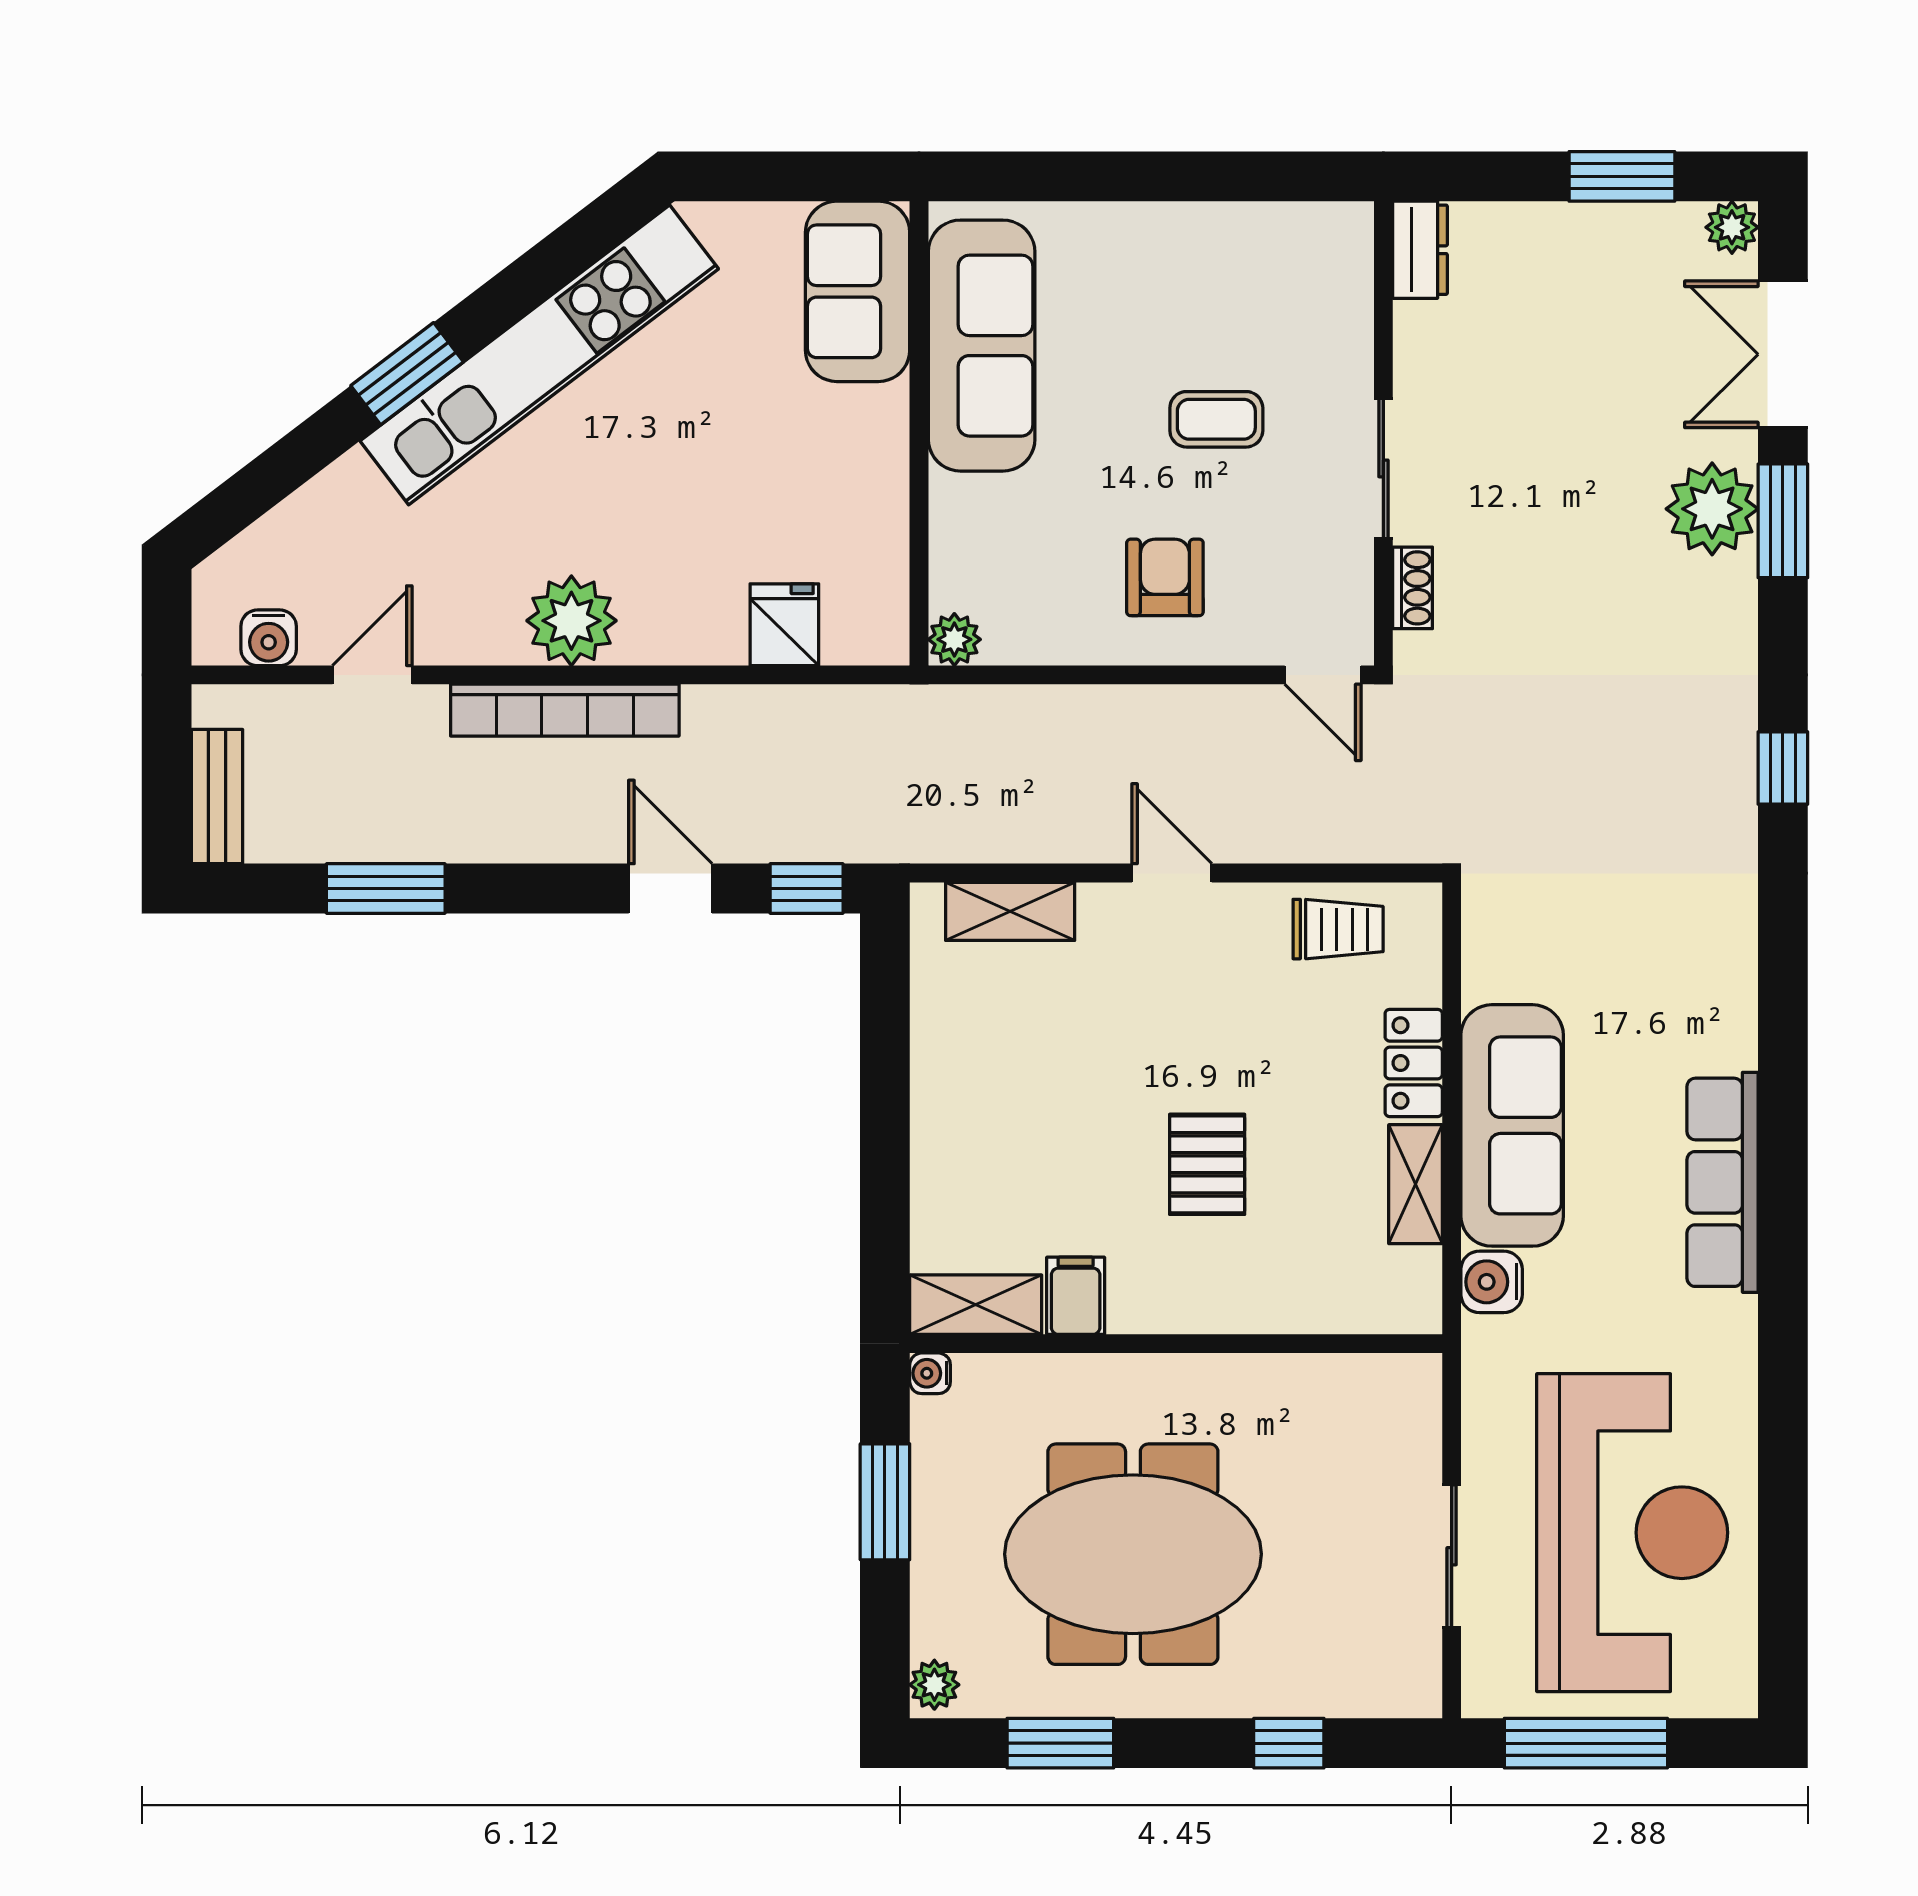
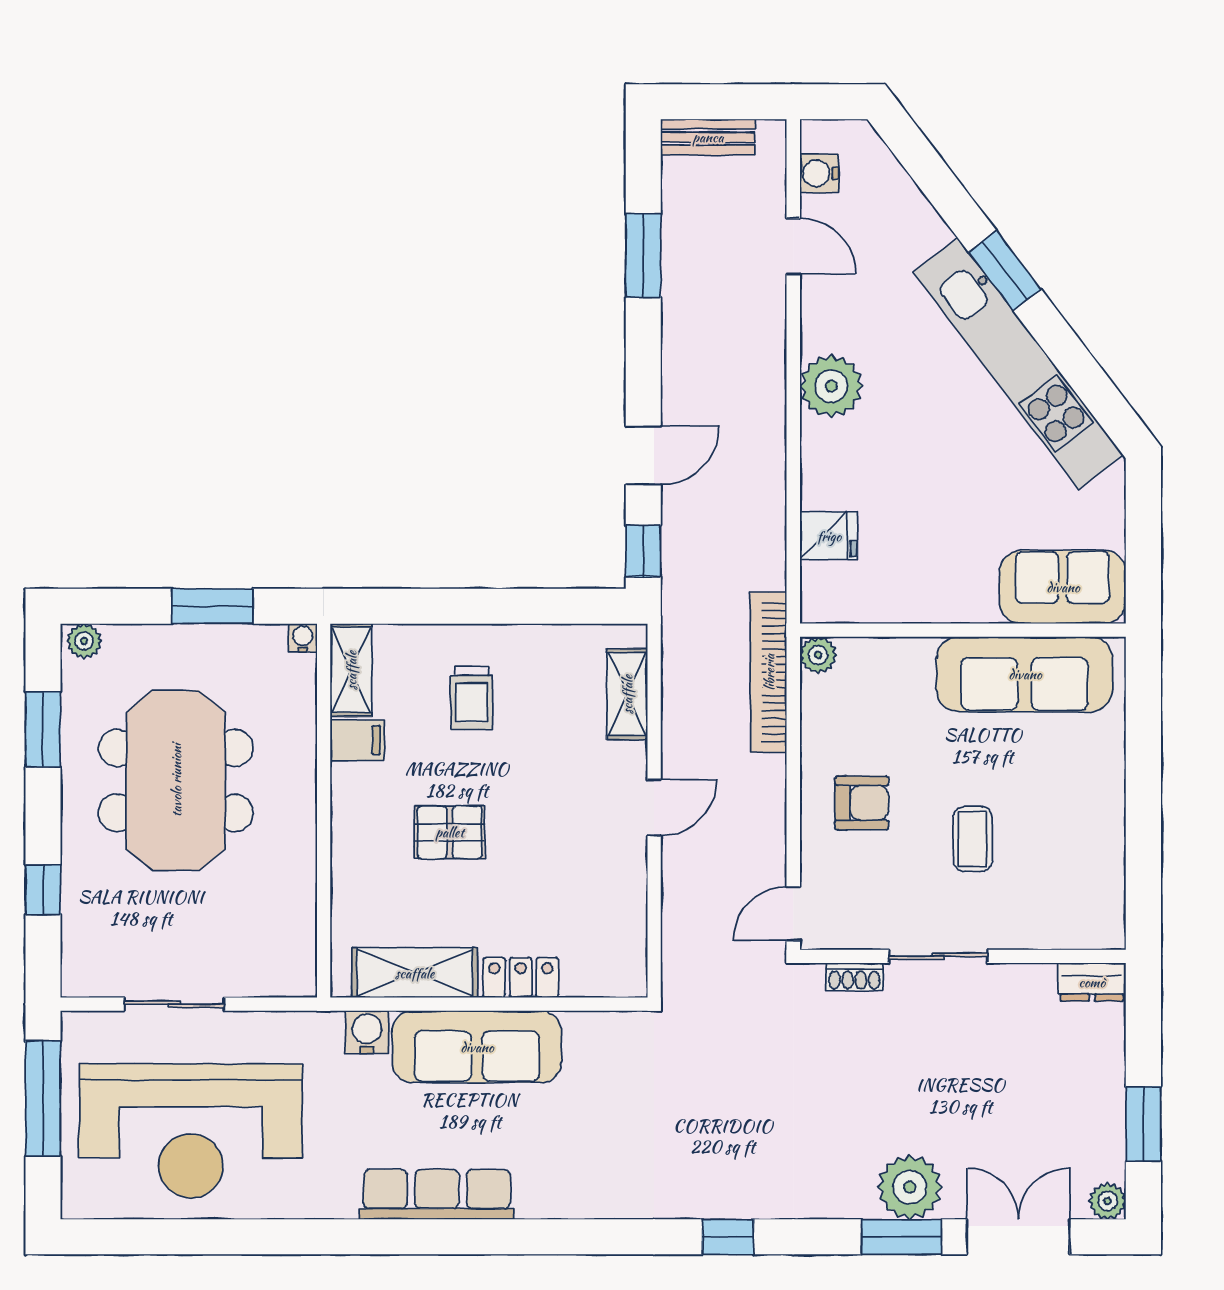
bookcase: (565, 710) -> (769, 672), moved
trolley: (1338, 929) -> (471, 698), moved
shelving: (1416, 1184) -> (415, 973), width x1.50, depth x1.33

